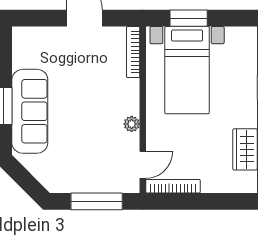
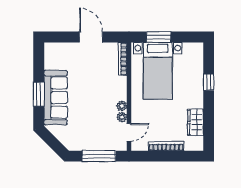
plant: (132, 141) -> (122, 117), added
bookcase: (173, 186) -> (166, 146), moved

